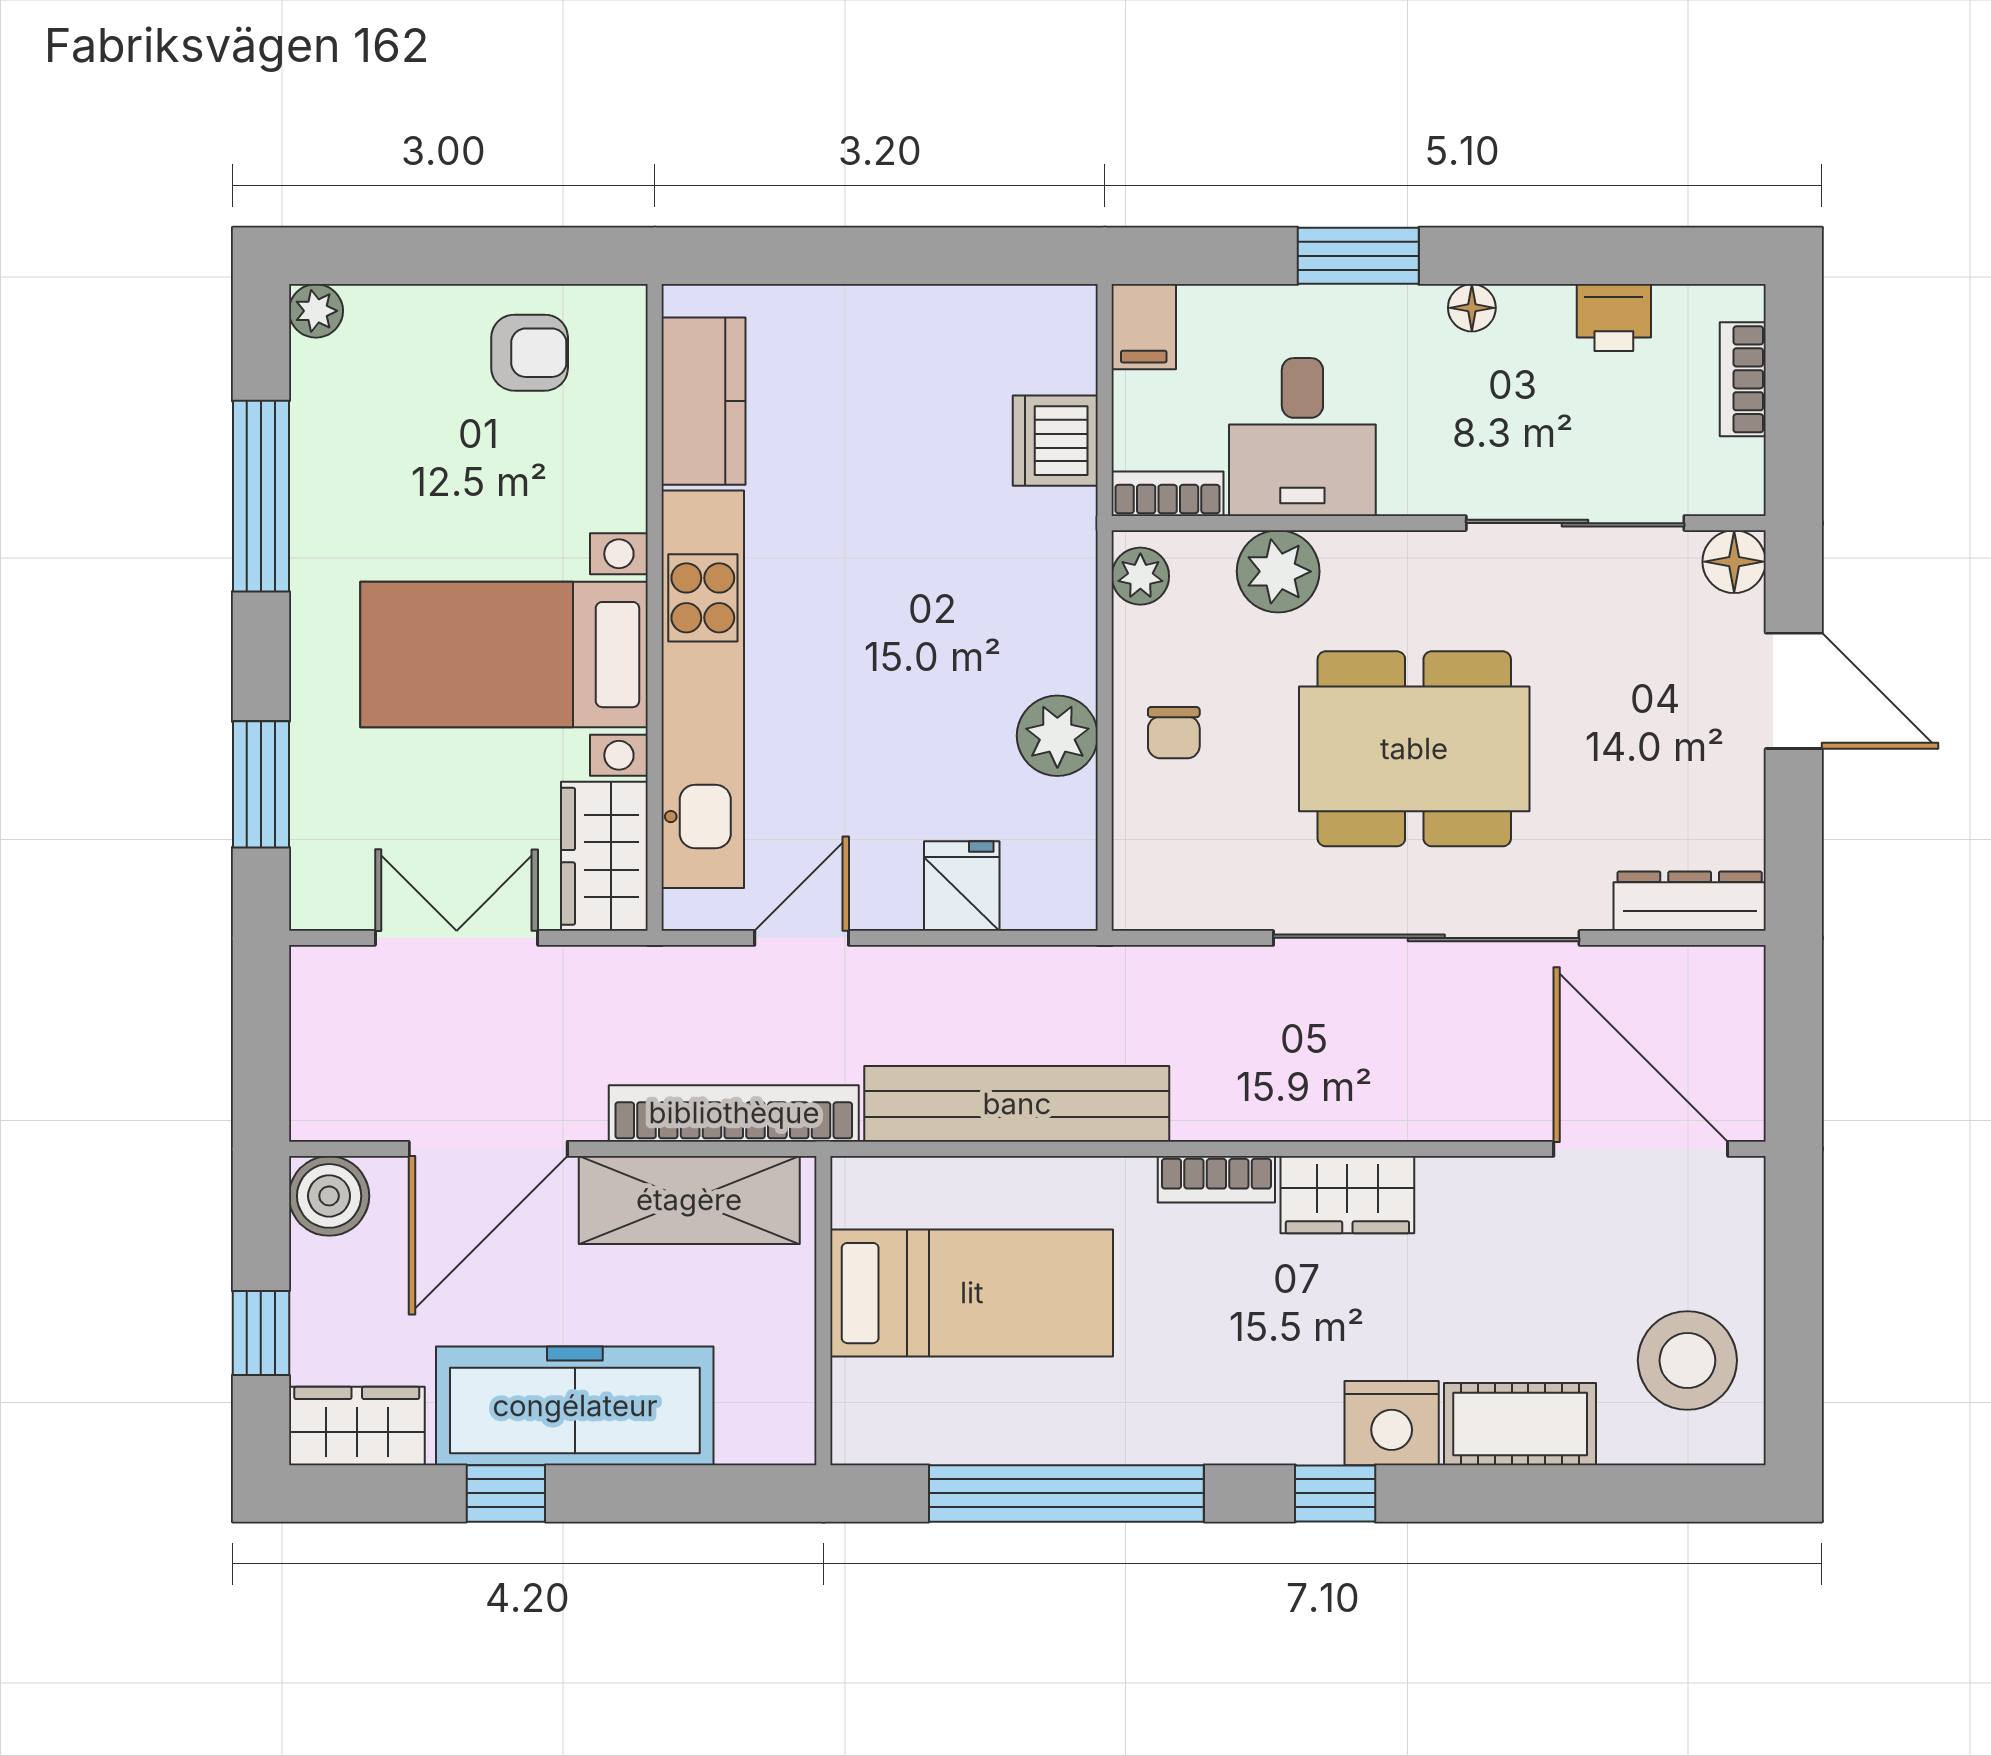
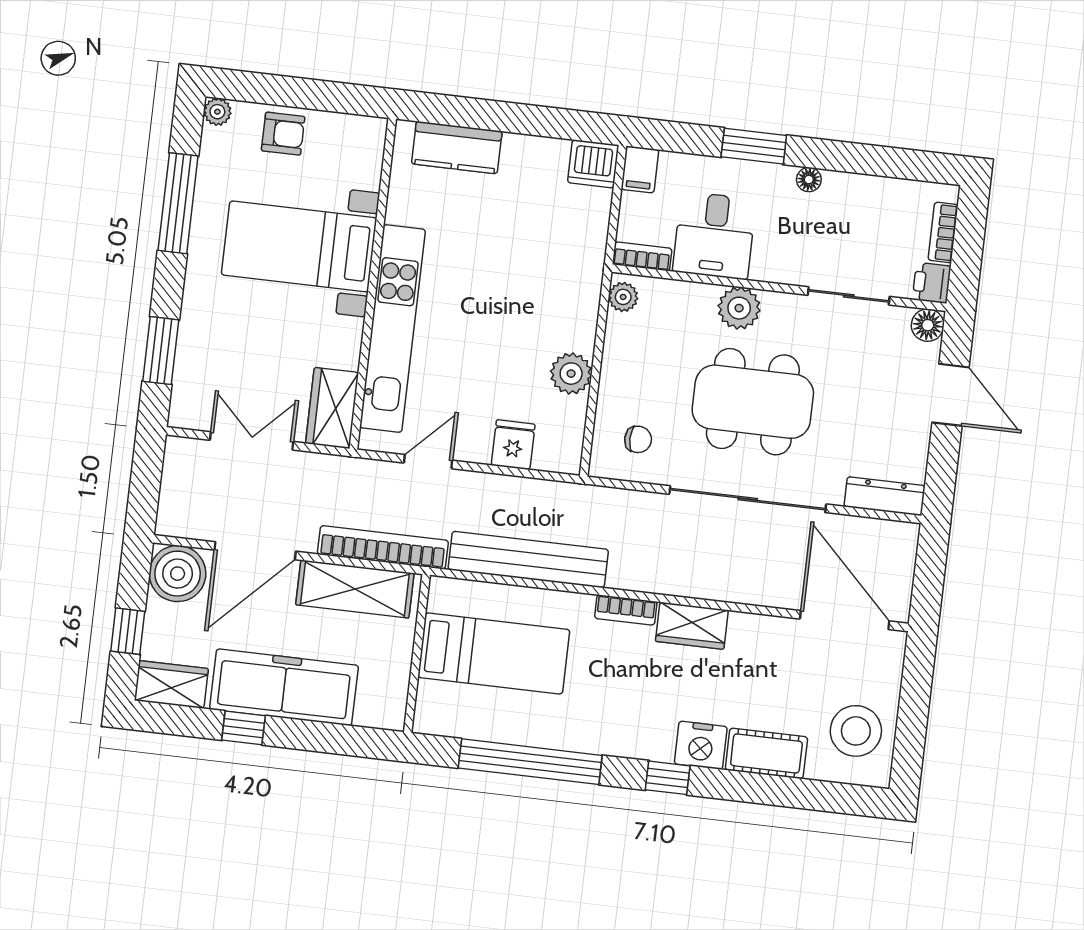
printer: (1614, 318) -> (932, 283), moved, turned 90
armchair: (530, 353) -> (283, 134), moved
kitchen counter: (704, 401) -> (457, 148), moved, turned 90
dishwasher: (1055, 441) -> (593, 164), moved, turned -90
sliding door: (1575, 523) -> (849, 296), width x0.73
plant: (1278, 571) -> (739, 308), moved
bed with nightstands: (504, 655) -> (299, 246), moved
chair: (1174, 733) -> (638, 439), moved, turned -90
boiler: (329, 1196) -> (178, 574), width x1.37, depth x1.37

